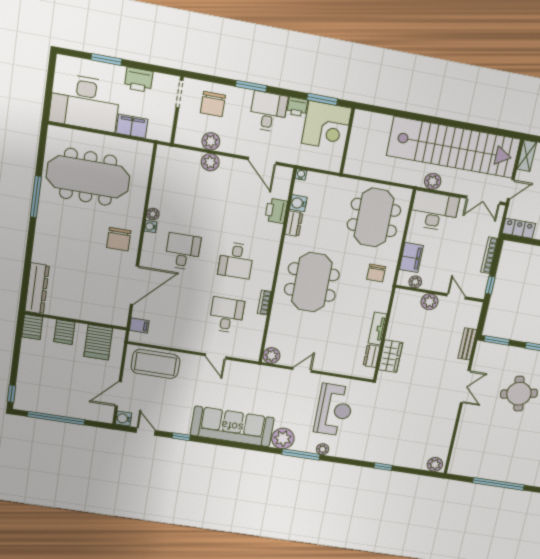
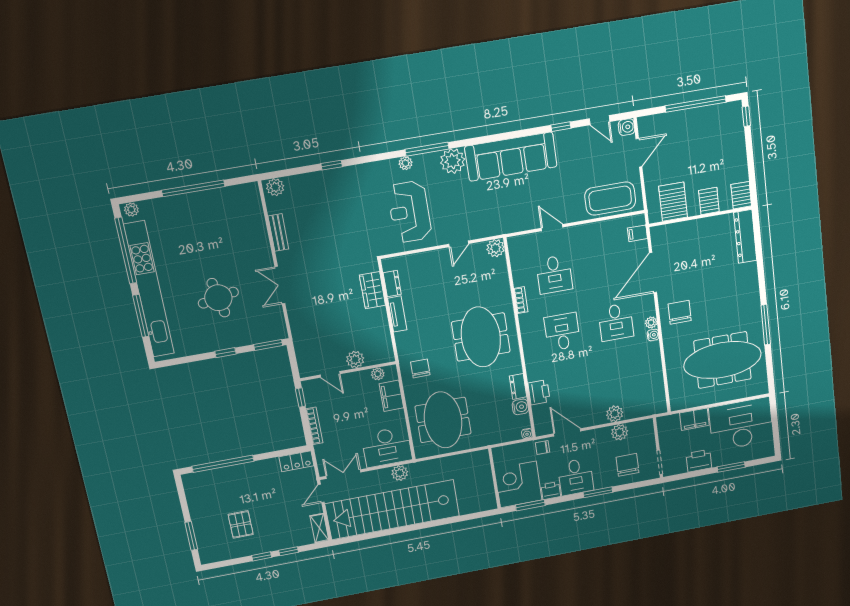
chair: (291, 155) -> (542, 447), added
plant: (153, 214) -> (651, 323), moved
bench: (467, 344) -> (278, 232), moved

